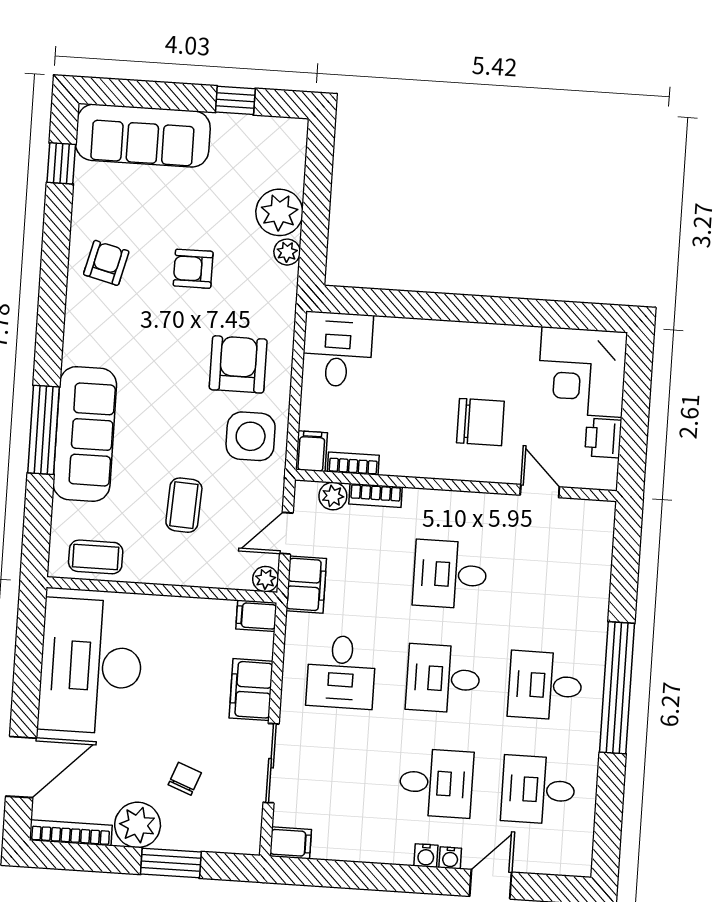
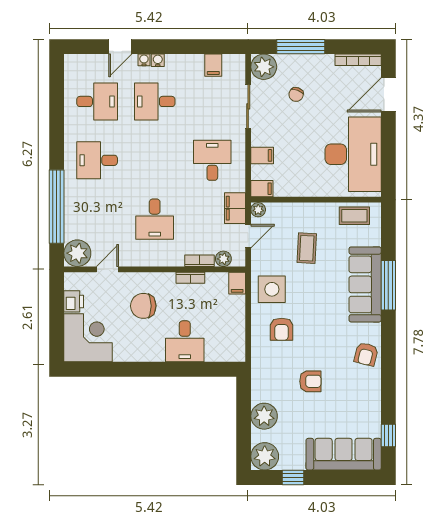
plant: (287, 252) -> (265, 456), moved, width x1.88, depth x1.88
armchair: (106, 263) -> (366, 354), moved
desk: (337, 349) -> (185, 341), moved
armchair: (238, 364) -> (282, 329), width x0.72, depth x0.72
bookcase: (353, 464) -> (190, 278), moved
door: (540, 491) -> (107, 269), swing flipped
plant: (591, 523) -> (77, 253), added
desk: (450, 574) -> (155, 219), turned 90
desk: (443, 679) -> (155, 160), removed
desk: (545, 686) -> (97, 160), turned 180
window: (617, 688) -> (57, 207), moved
filing cabinet: (251, 690) -> (262, 155), width x0.50
plant: (138, 825) -> (264, 67), moved
filing cabinet: (291, 843) -> (213, 65), moved, turned -90
window: (171, 863) -> (301, 47), width x1.44

